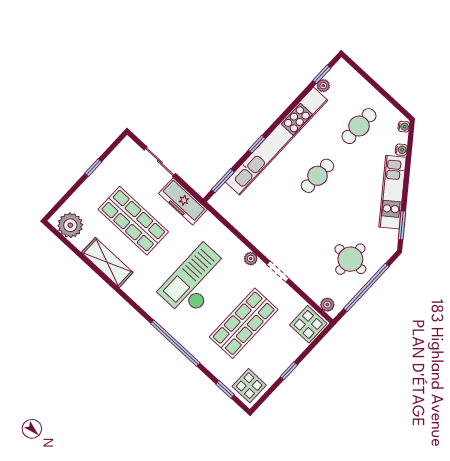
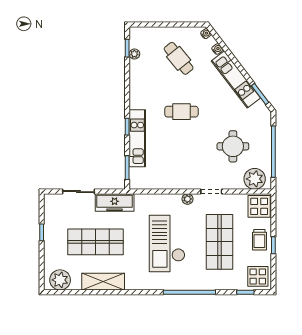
cafe table: (359, 126) -> (179, 58), turned -39
kitchen unit: (277, 141) -> (137, 138), width x0.54
cafe table: (318, 176) -> (181, 112), turned 90
round table: (350, 259) -> (233, 146), moved
plant: (327, 305) -> (255, 179), width x1.88, depth x1.88
trolley: (281, 354) -> (259, 240), added

